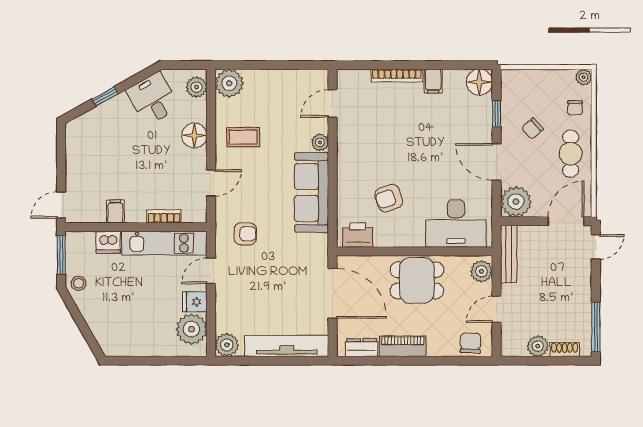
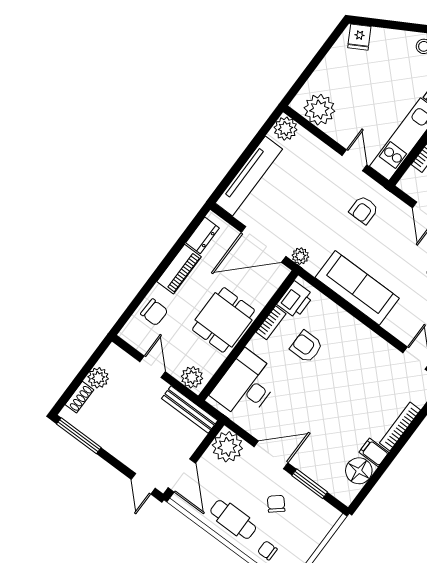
floor lamp: (479, 82) -> (359, 471), moved
window: (497, 114) -> (310, 484), width x1.50
plant: (320, 142) -> (300, 256), moved
armchair: (389, 198) -> (306, 347), turned -71
bookcase: (391, 241) -> (271, 323), added
fridge: (195, 302) -> (359, 37), moved, turned 150
chair: (471, 343) -> (154, 312), moved

